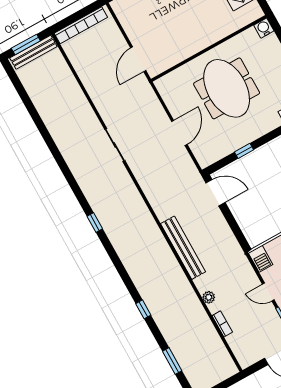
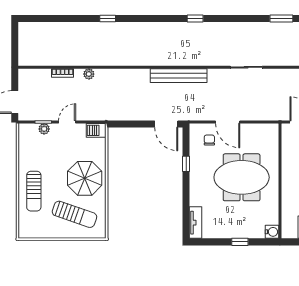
chair: (207, 141) -> (209, 140), added
door: (215, 193) -> (166, 124), hinge flipped
bench: (183, 248) -> (179, 76), moved
window: (172, 361) -> (281, 19), moved

